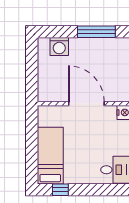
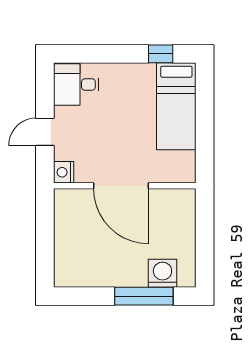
window: (96, 32) -> (144, 296), moved

